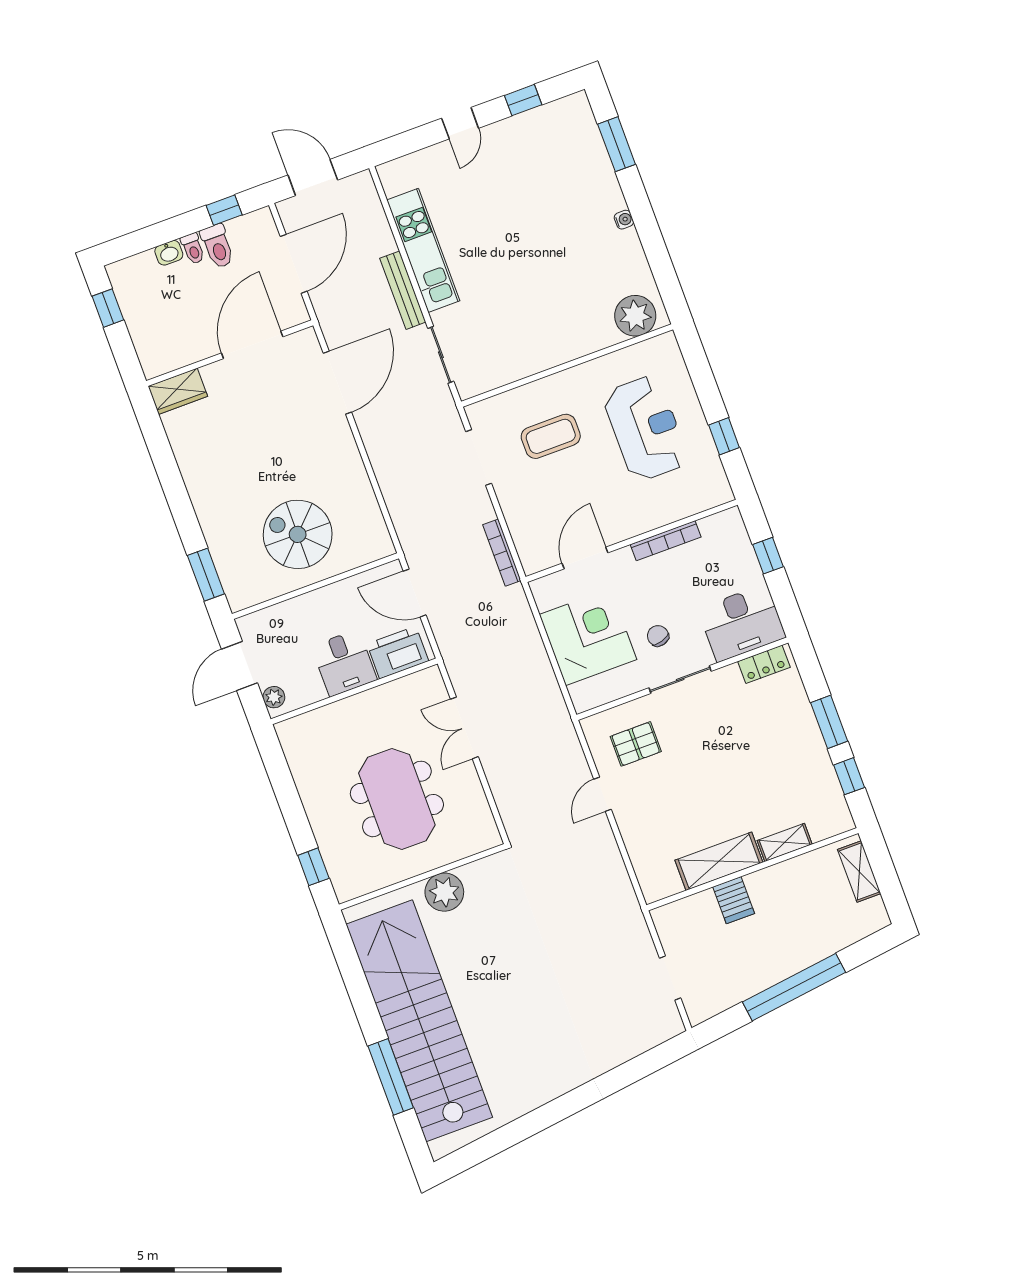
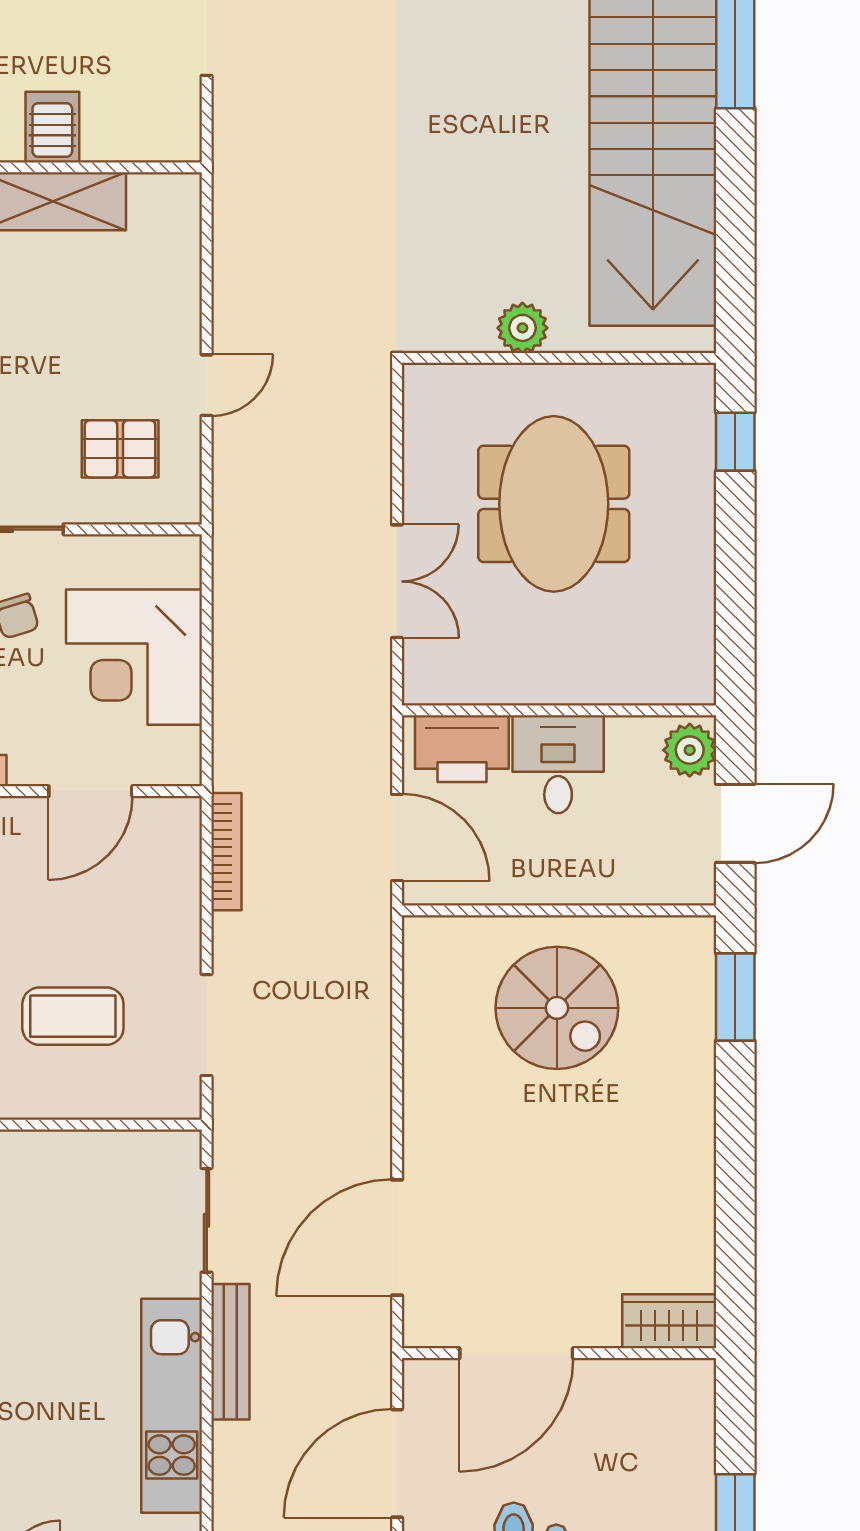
plant: (274, 697) -> (690, 750), width x1.38, depth x1.38
plant: (444, 892) -> (522, 328), width x0.73, depth x0.73

